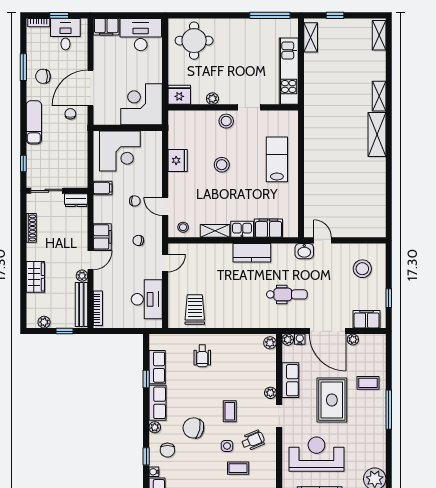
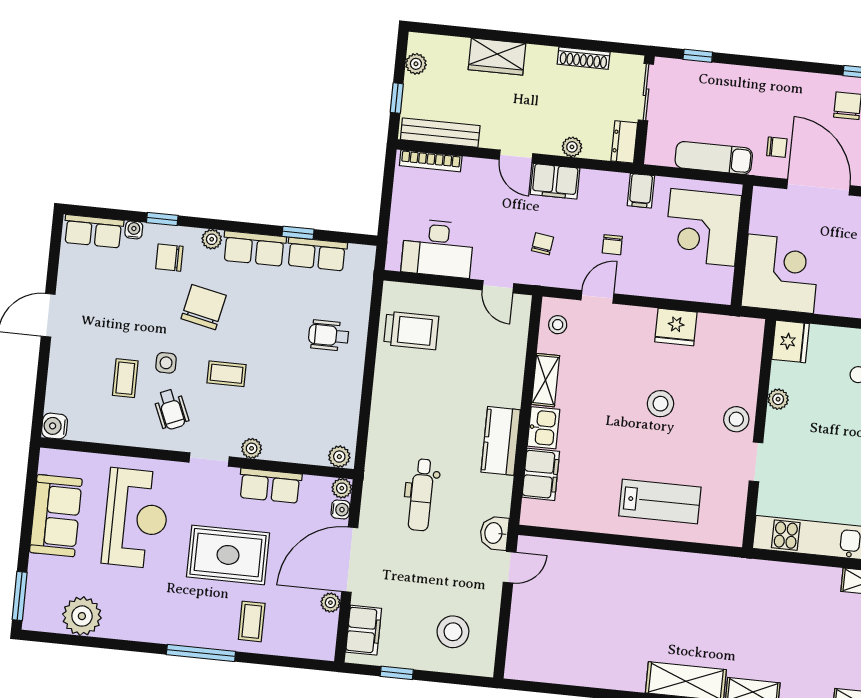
exam couch: (34, 122) -> (714, 158), moved, turned 180
plant: (82, 276) -> (572, 147), moved

